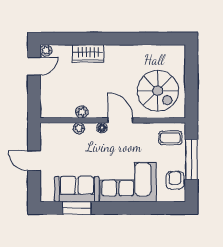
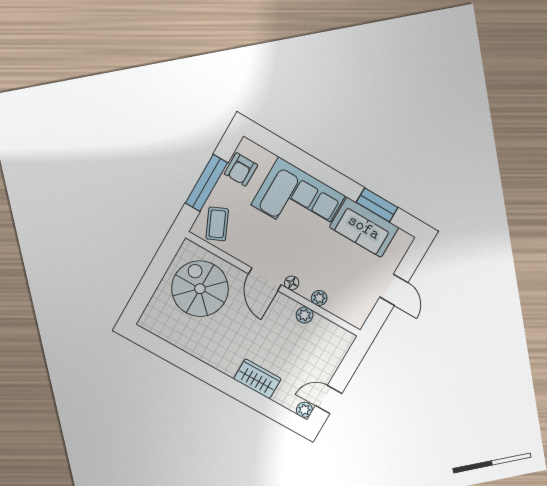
coffee table: (170, 138) -> (217, 224), turned 66

